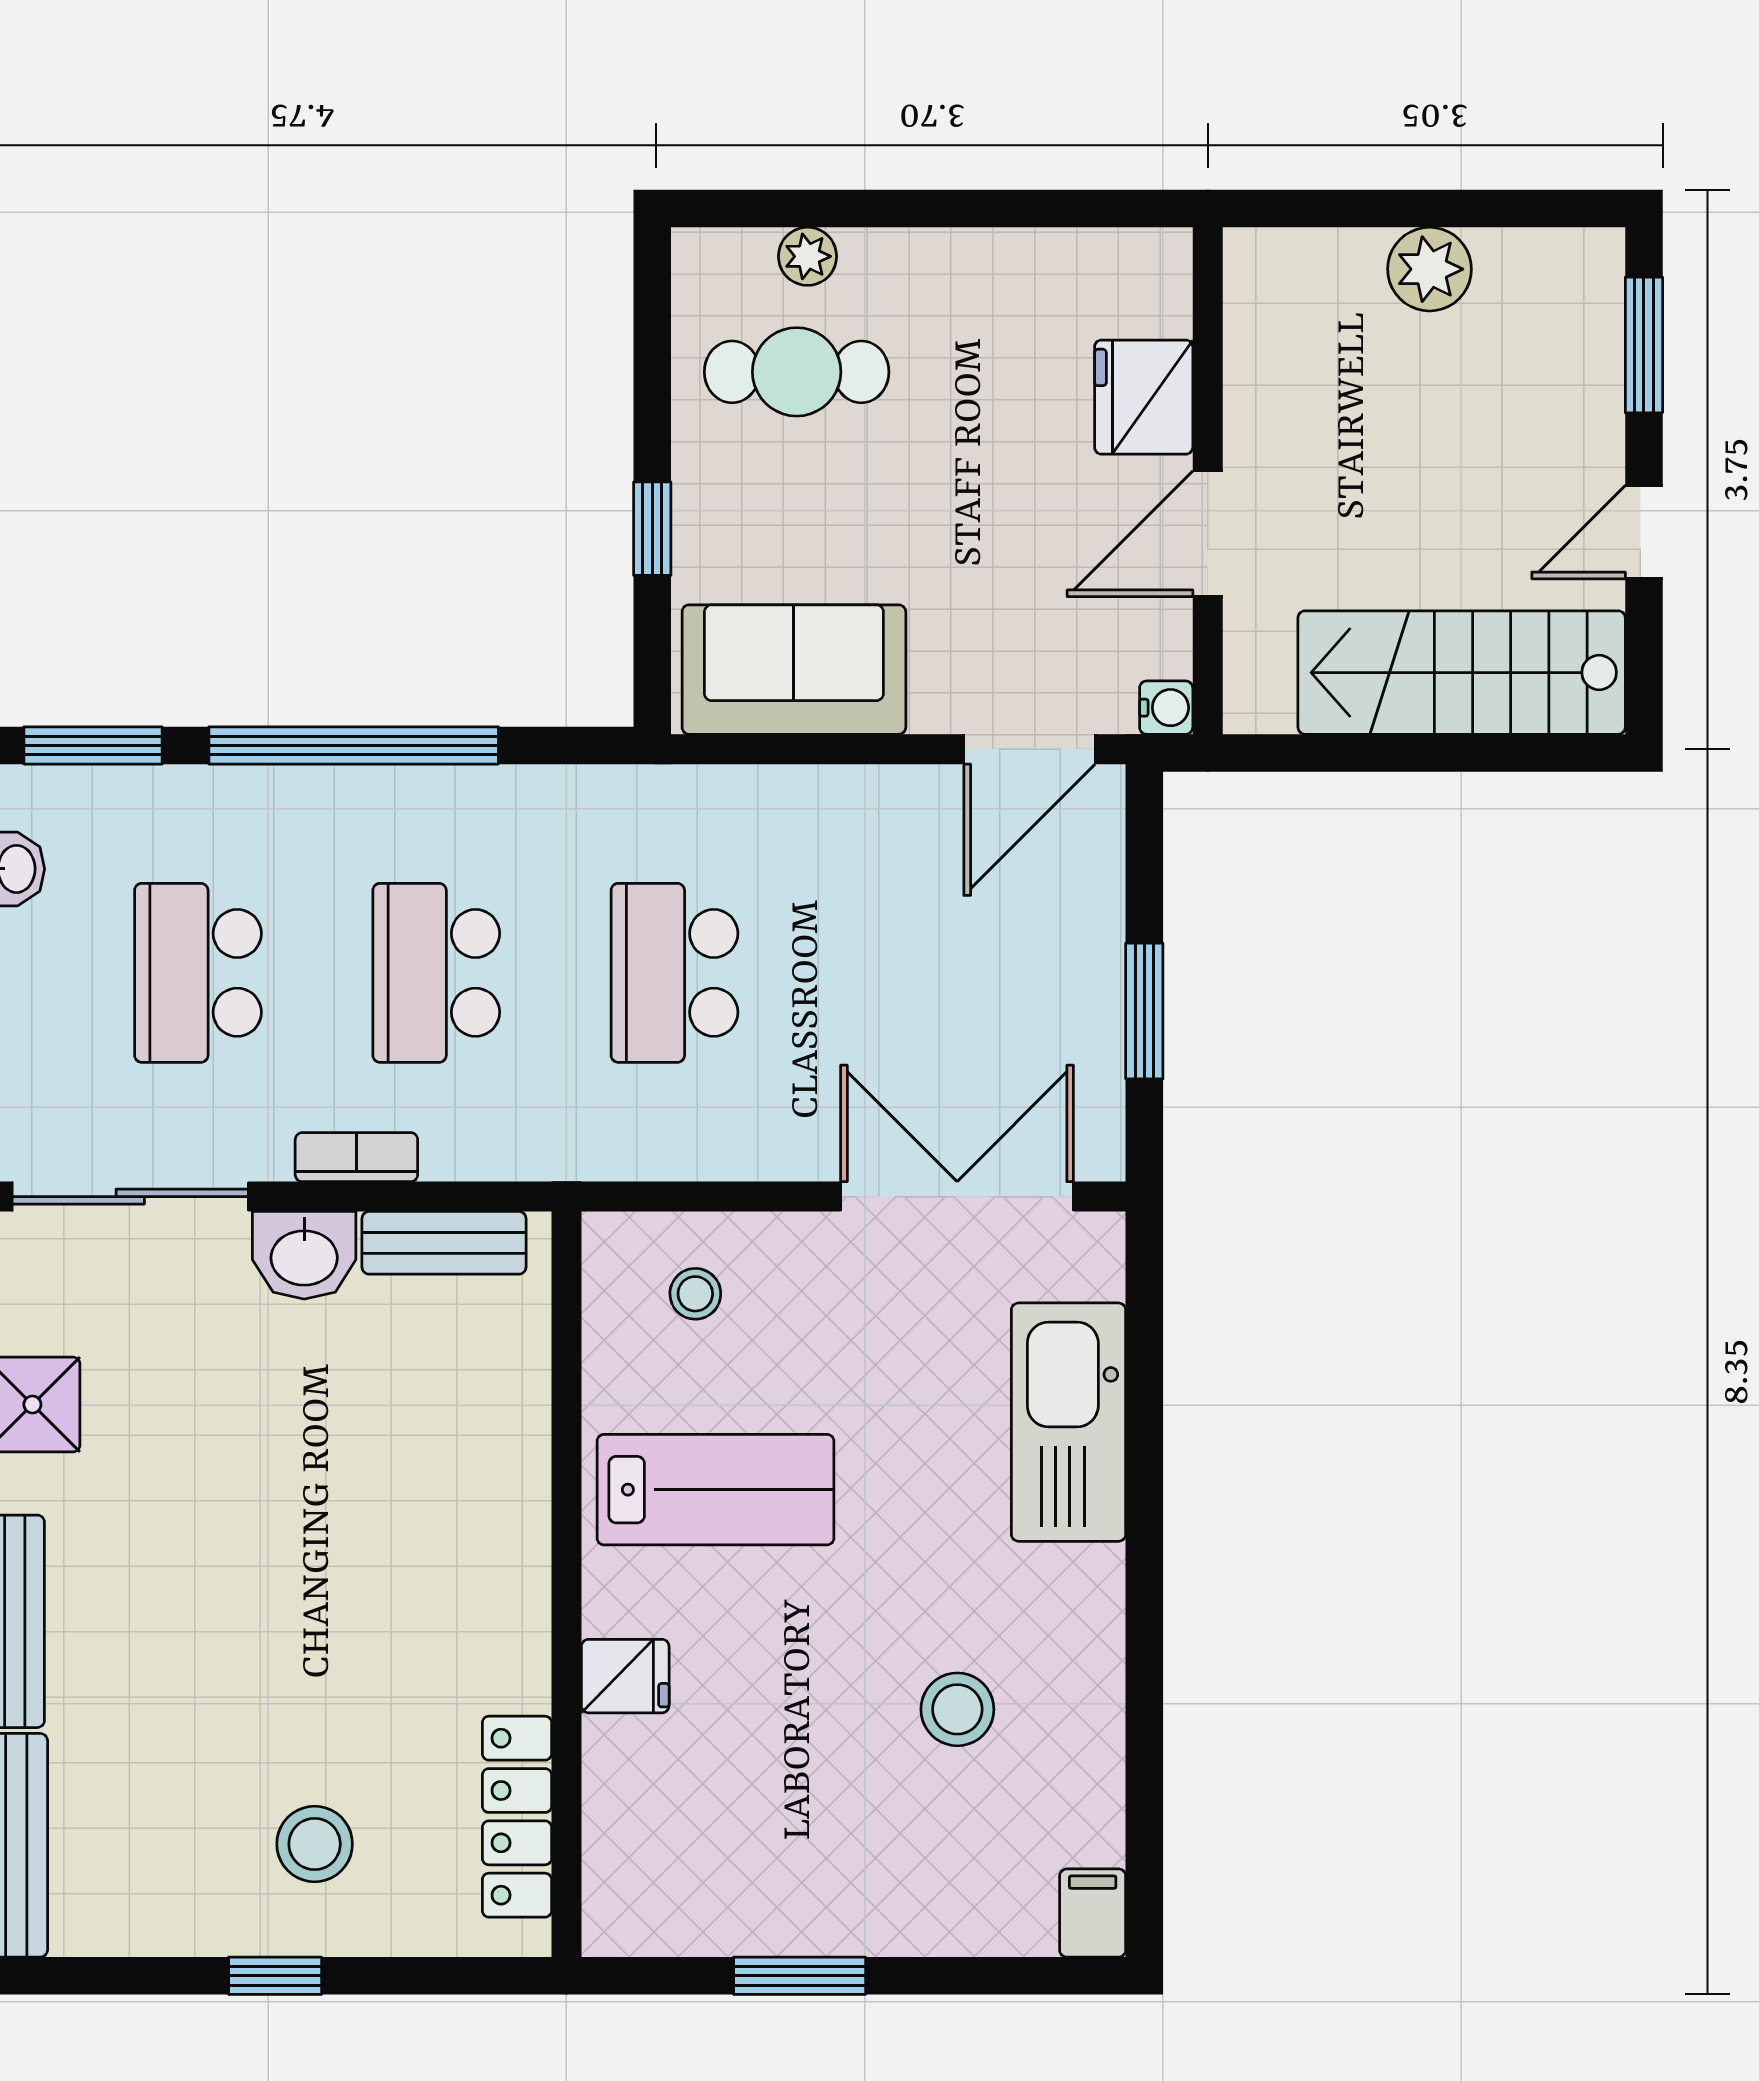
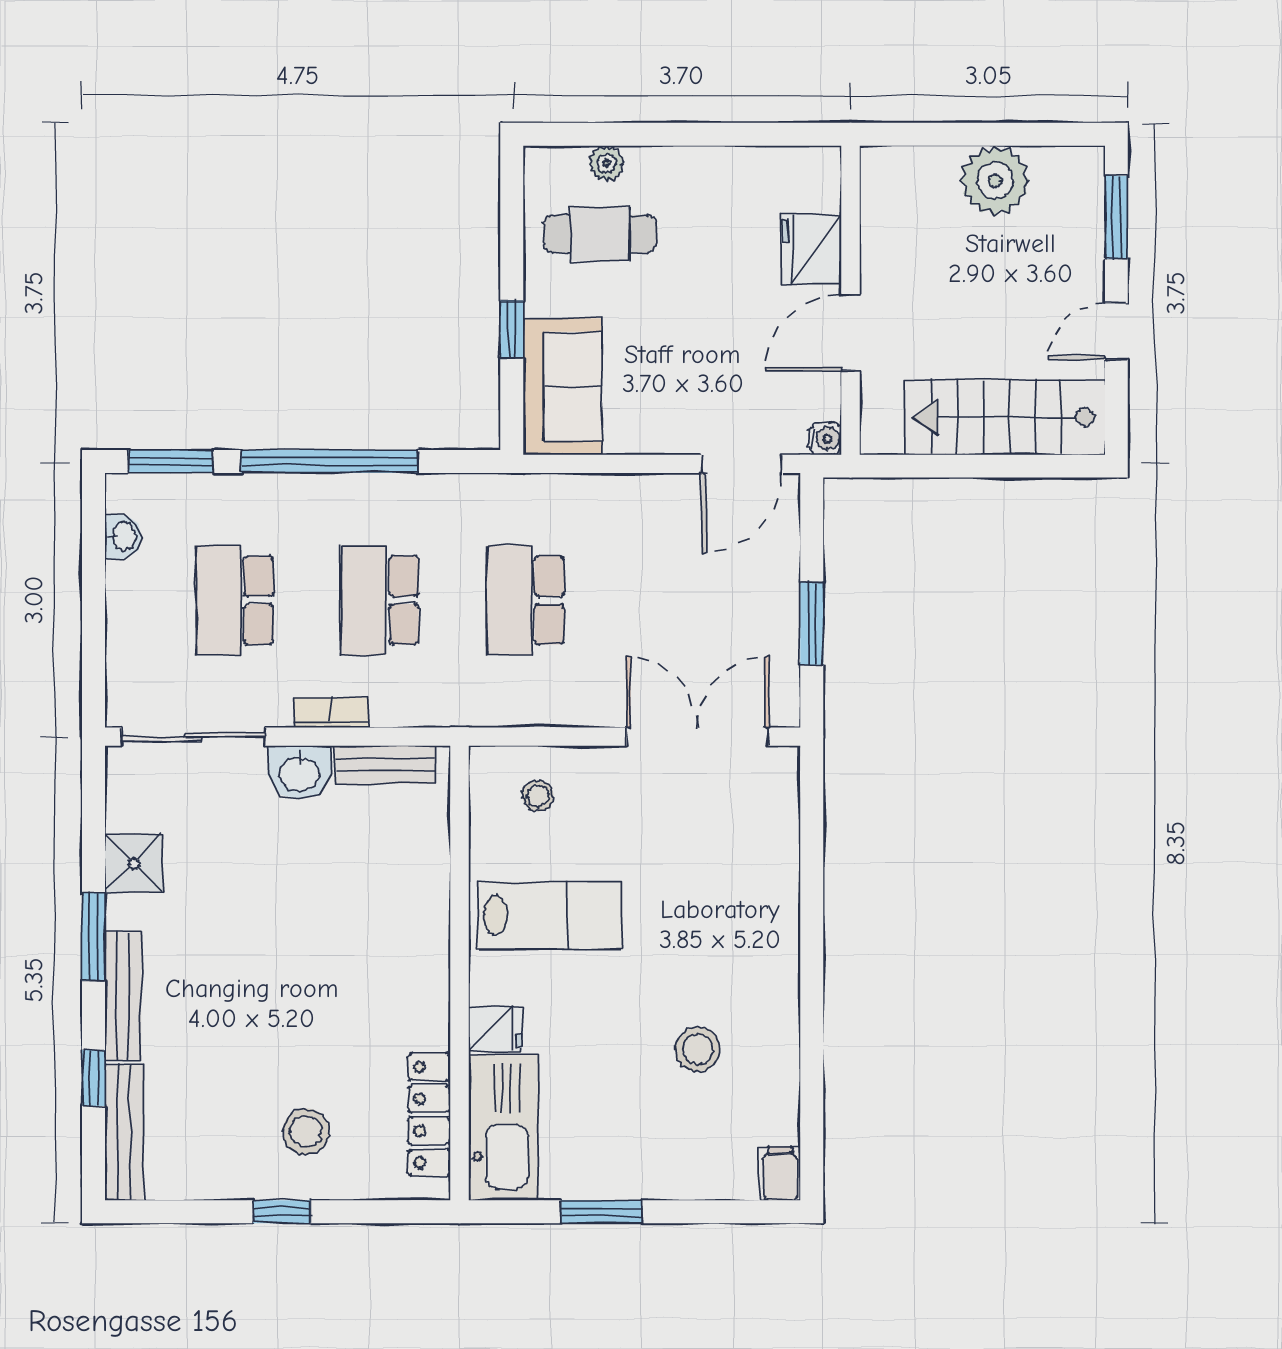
plant: (1430, 269) -> (995, 180), width x1.36, depth x1.36
sofa: (794, 670) -> (563, 387), moved, turned 90
kitchen sink: (1069, 1422) -> (503, 1128), moved, turned 180

